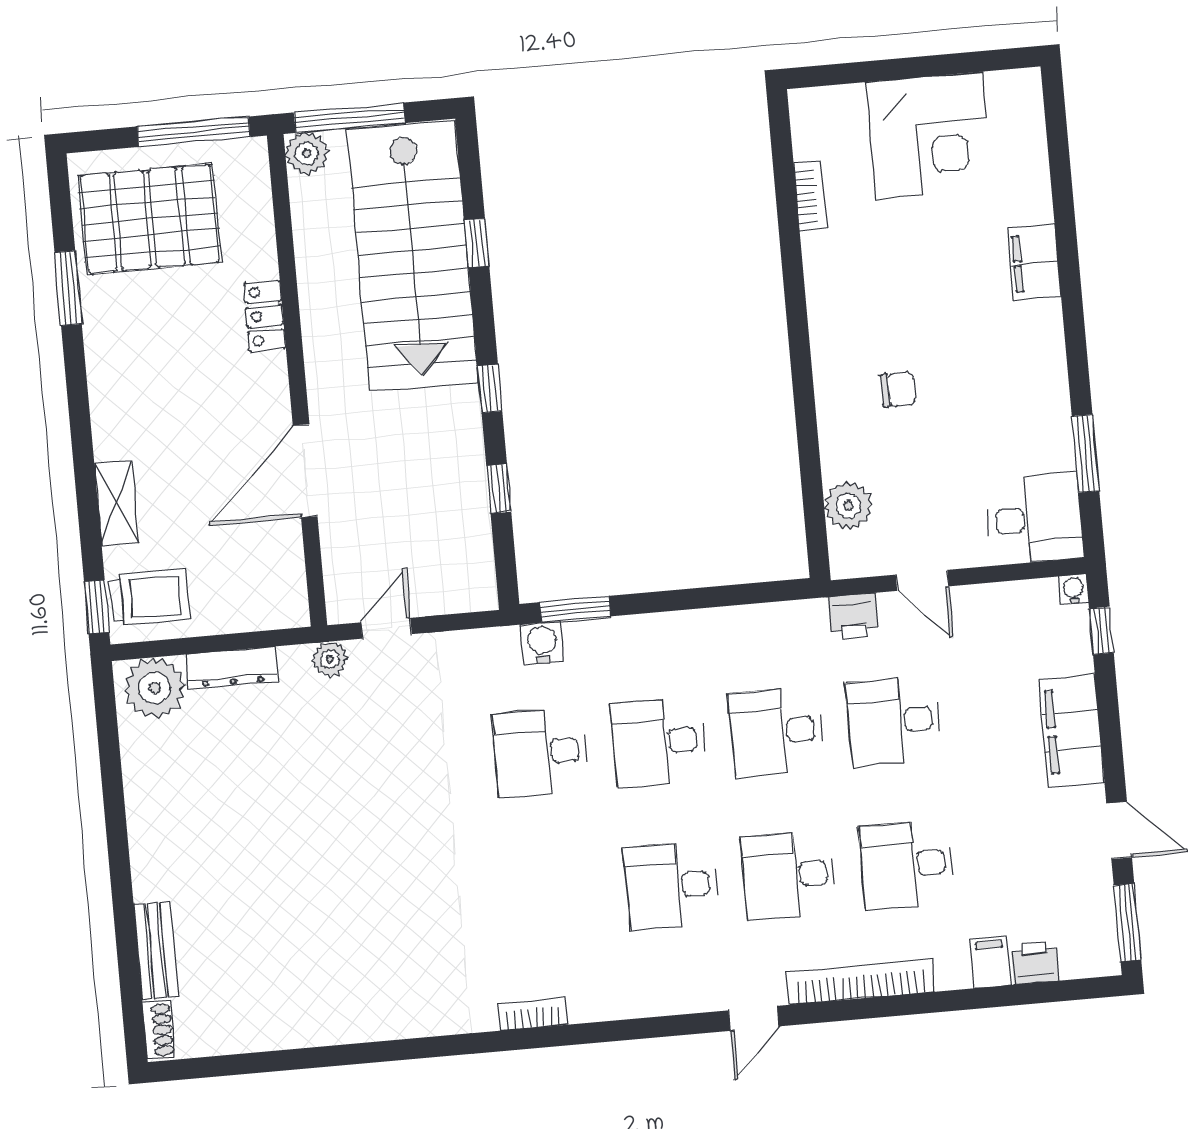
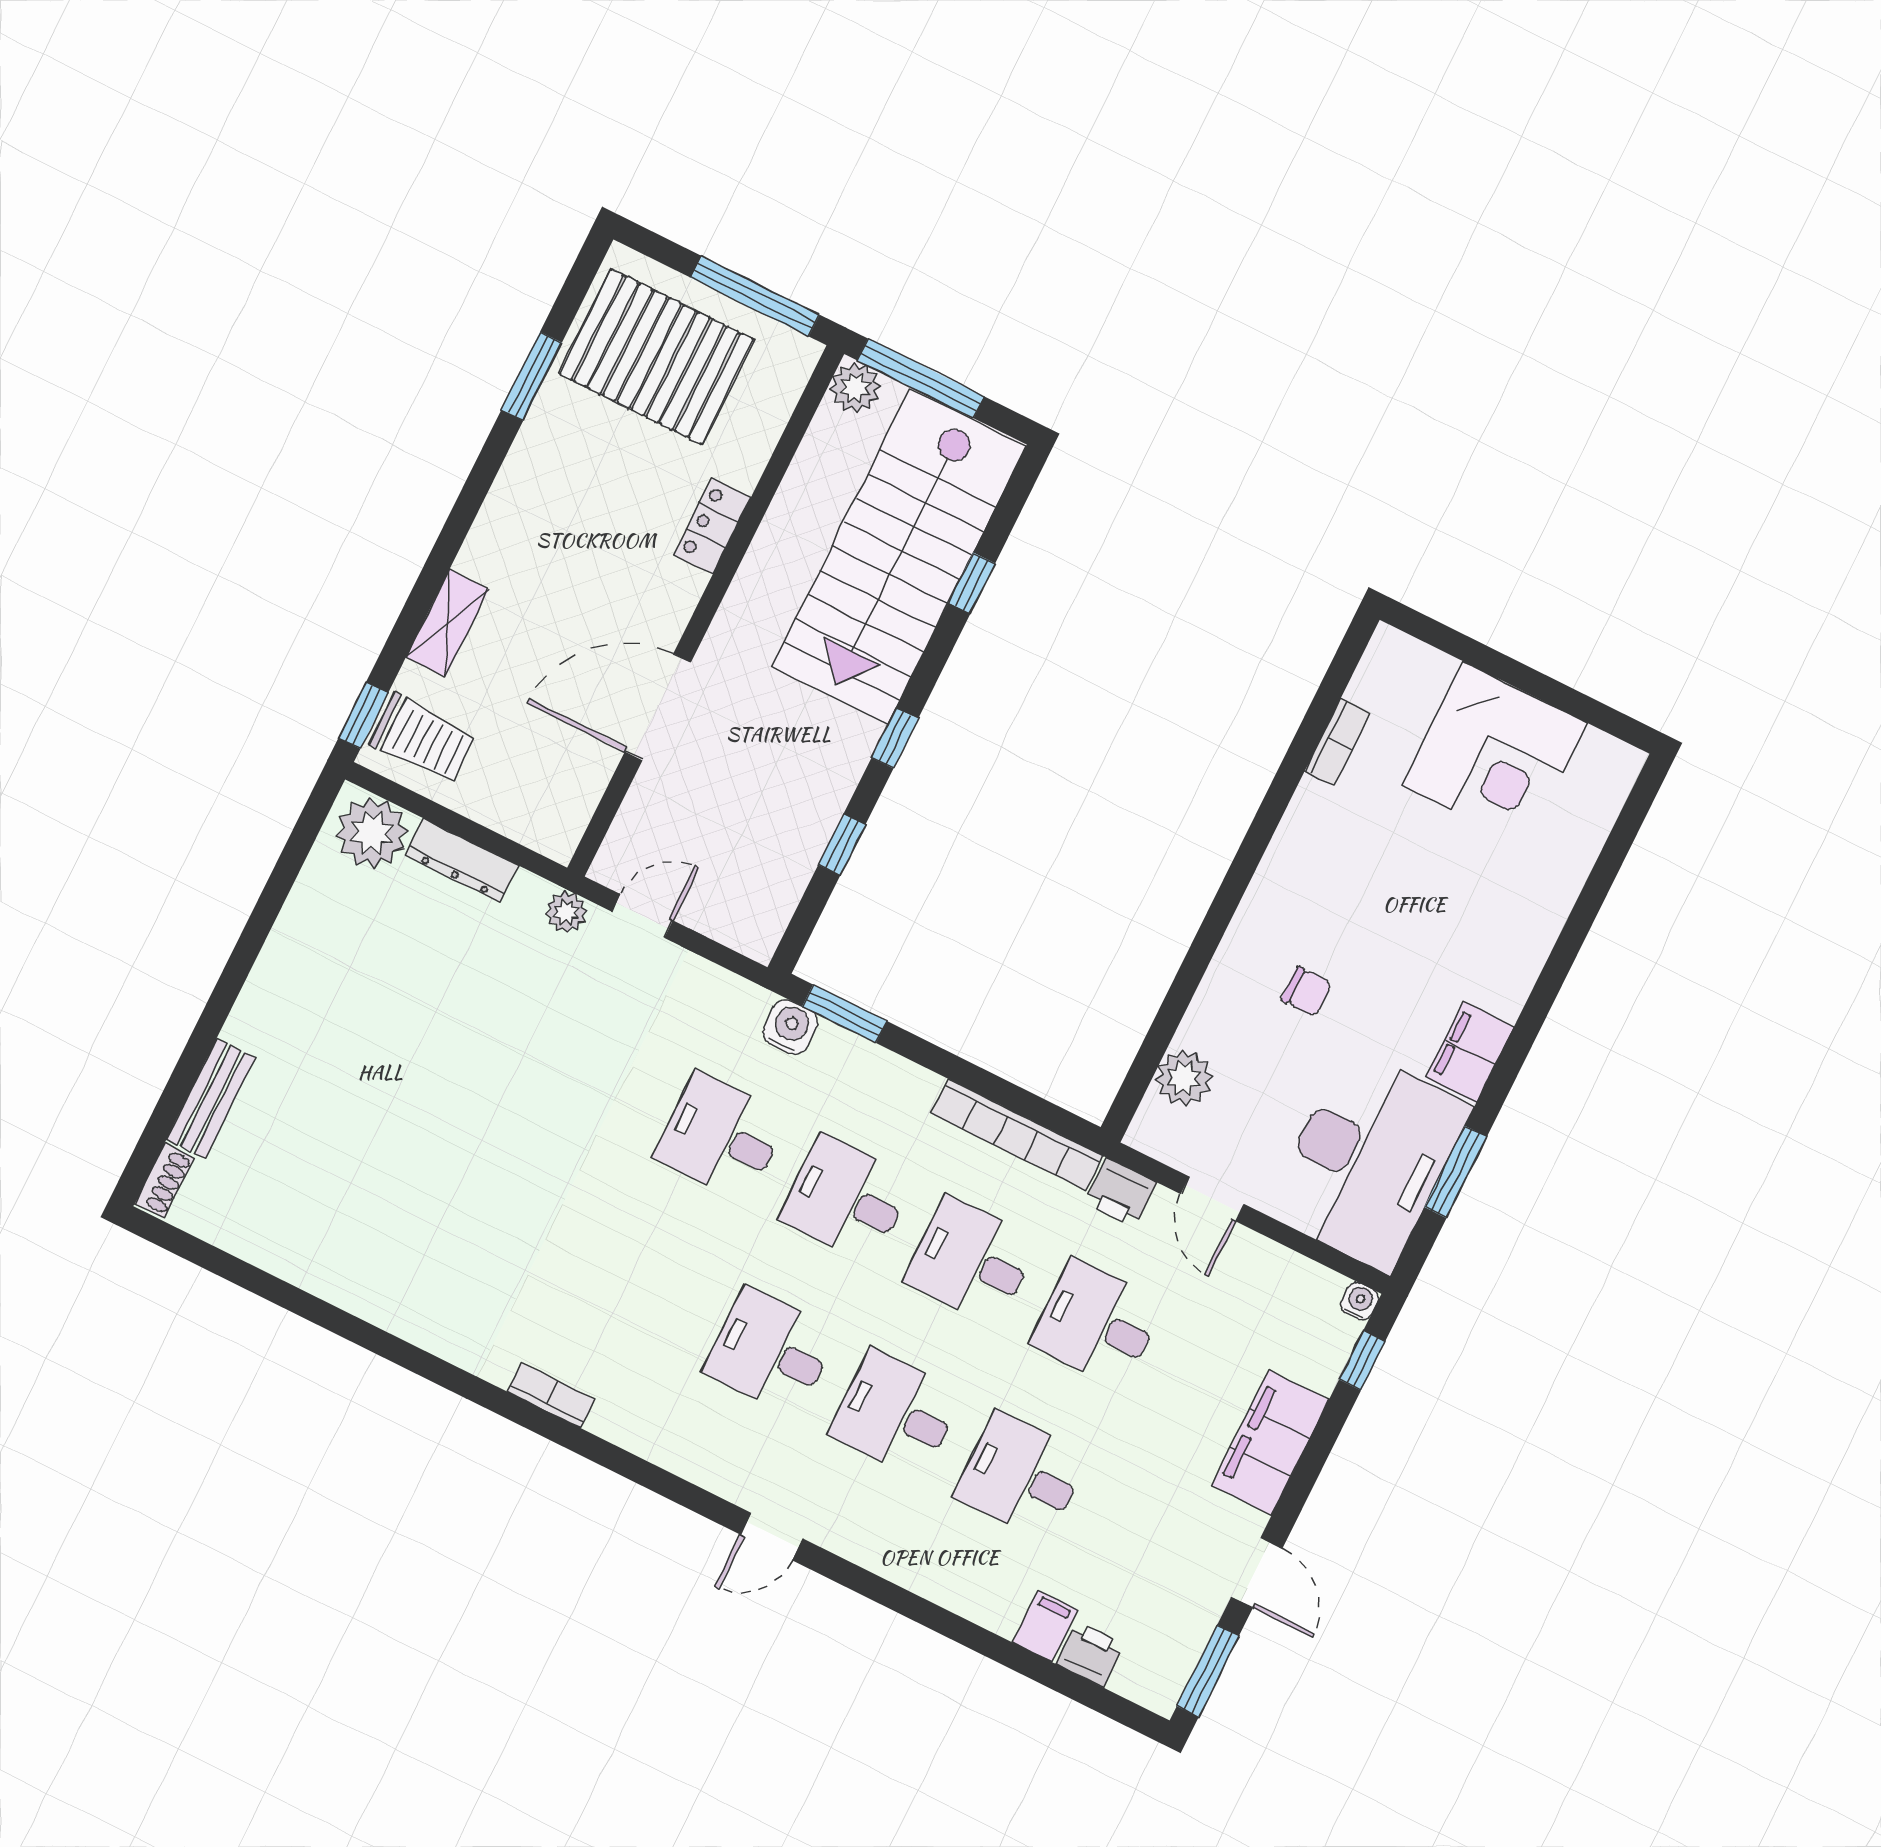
filing cabinet: (1034, 262) -> (1470, 1052), moved
desk: (1035, 519) -> (1369, 1160), width x1.87, depth x1.30
bookcase: (861, 982) -> (1017, 1135), moved, turned 180

